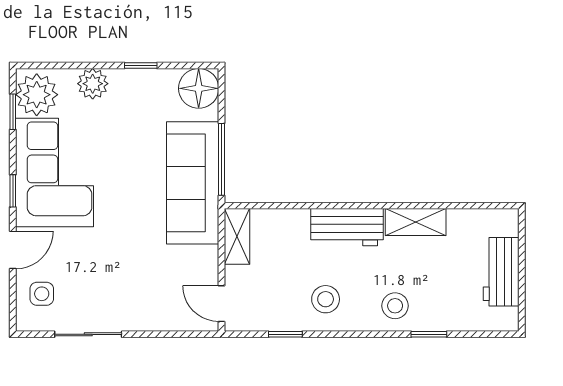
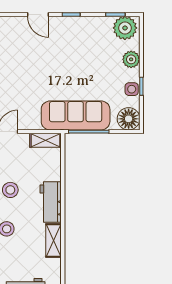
corner sofa: (54, 172) -> (81, 38), removed
side table: (42, 294) -> (132, 89), moved

